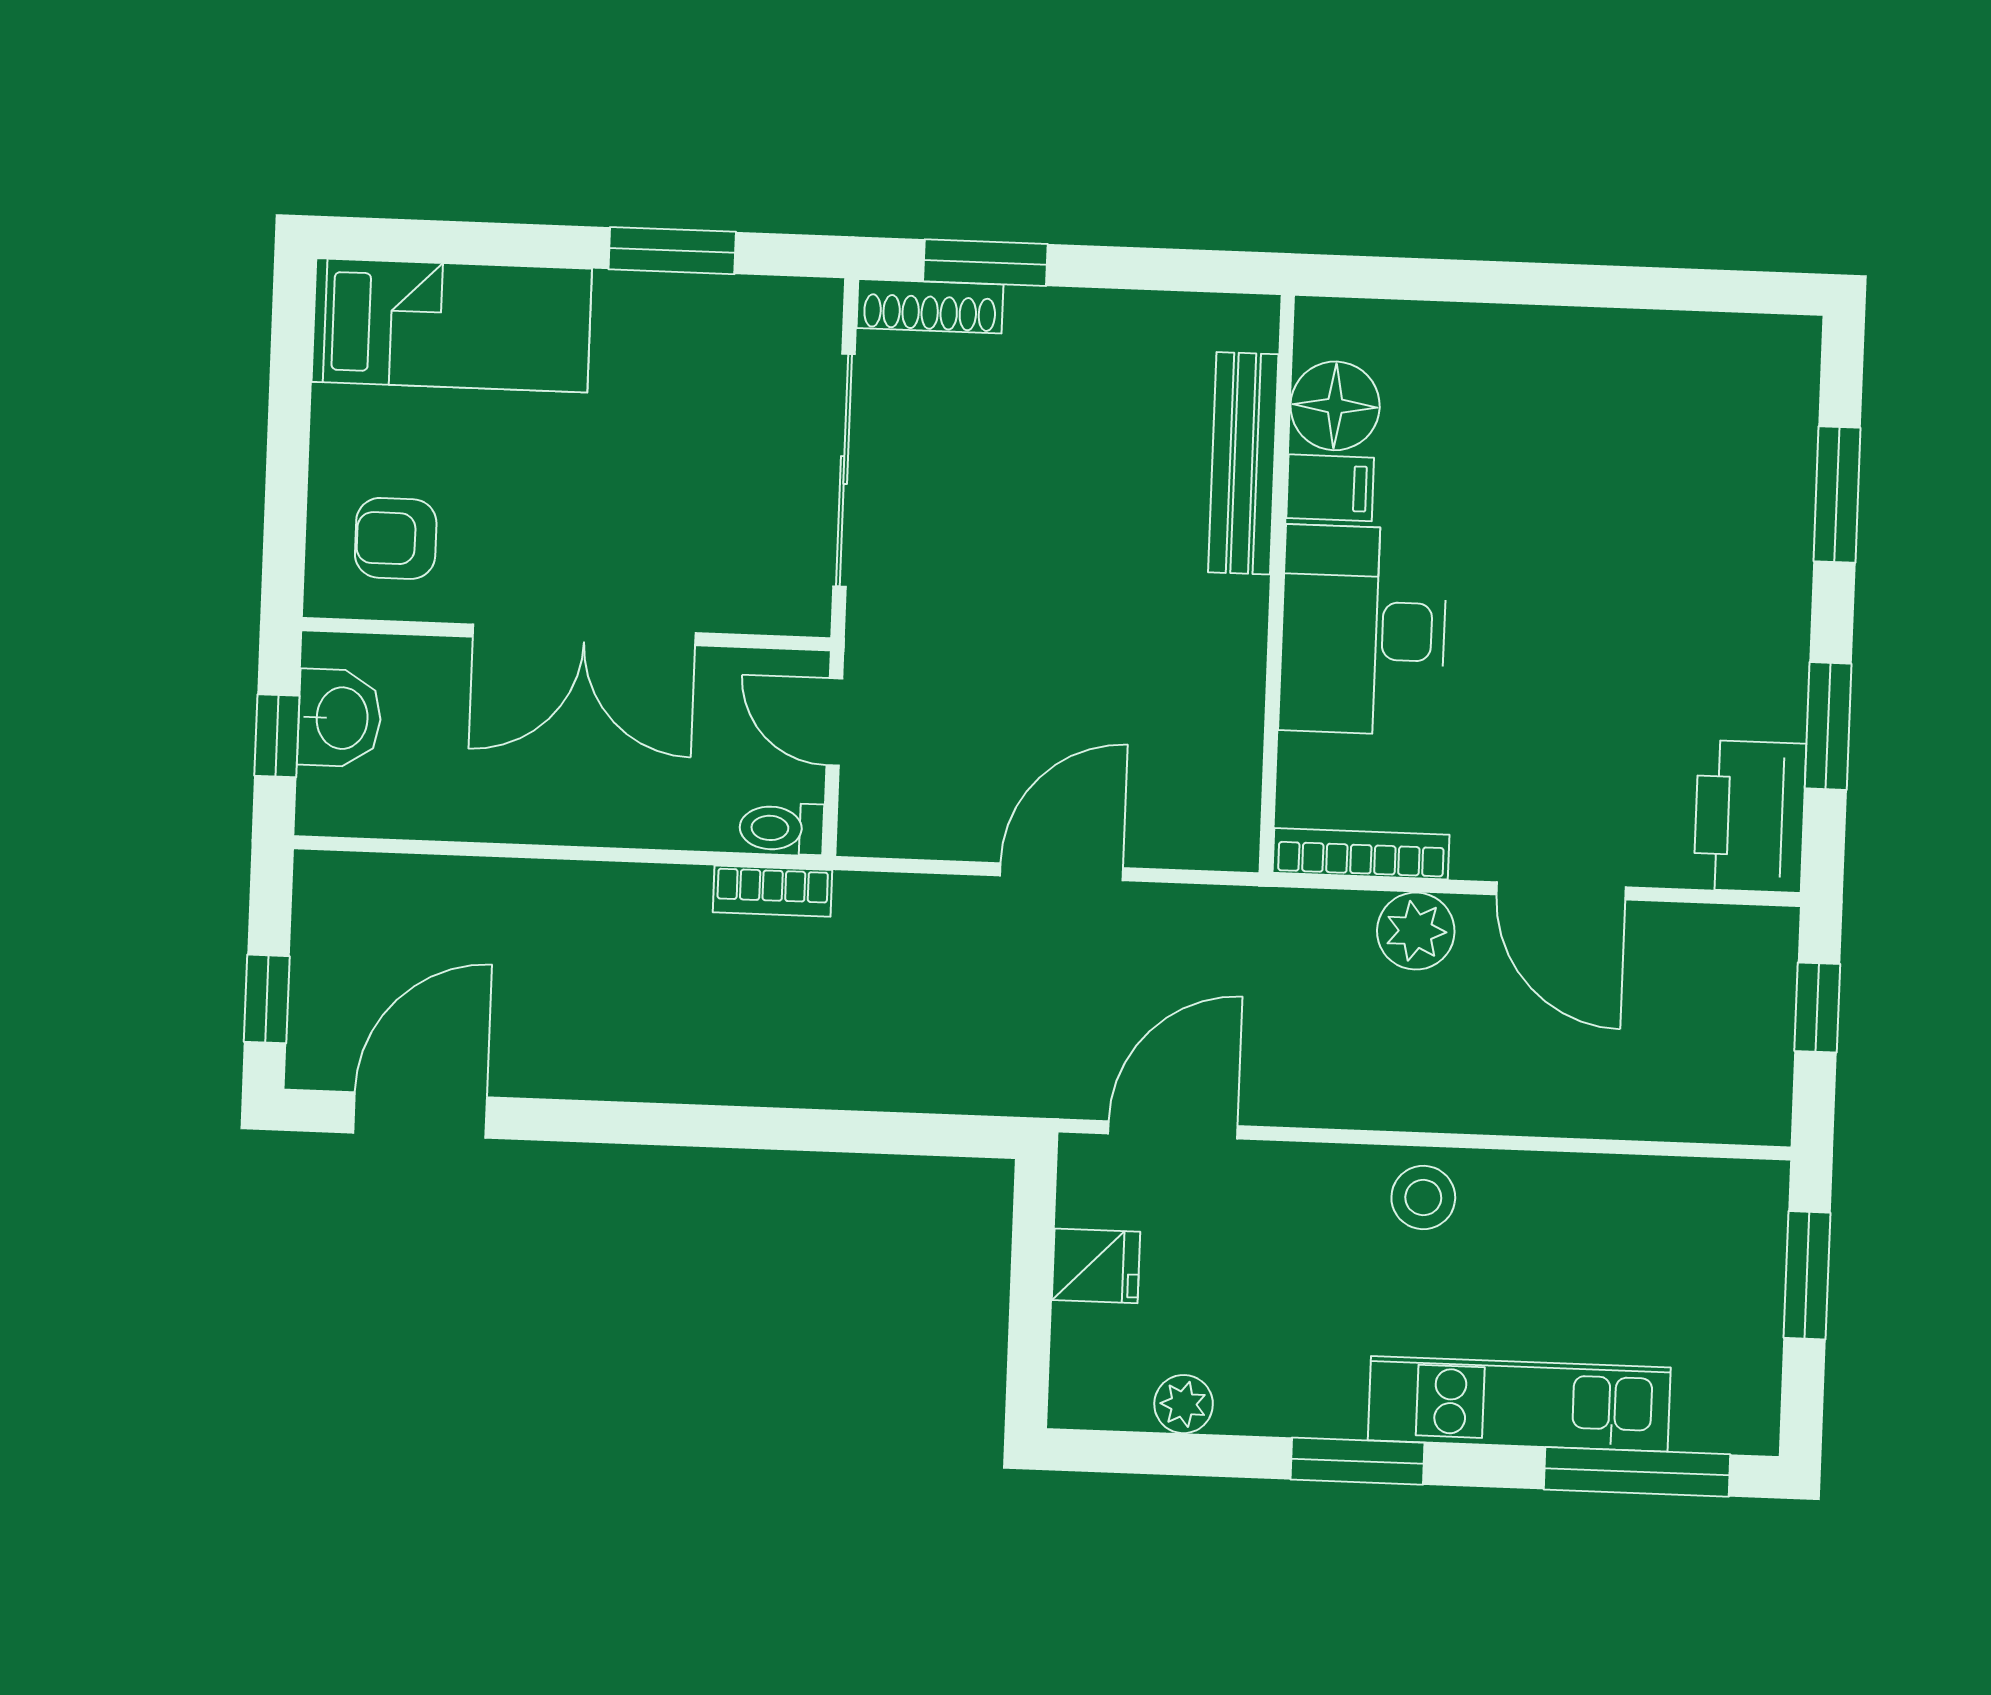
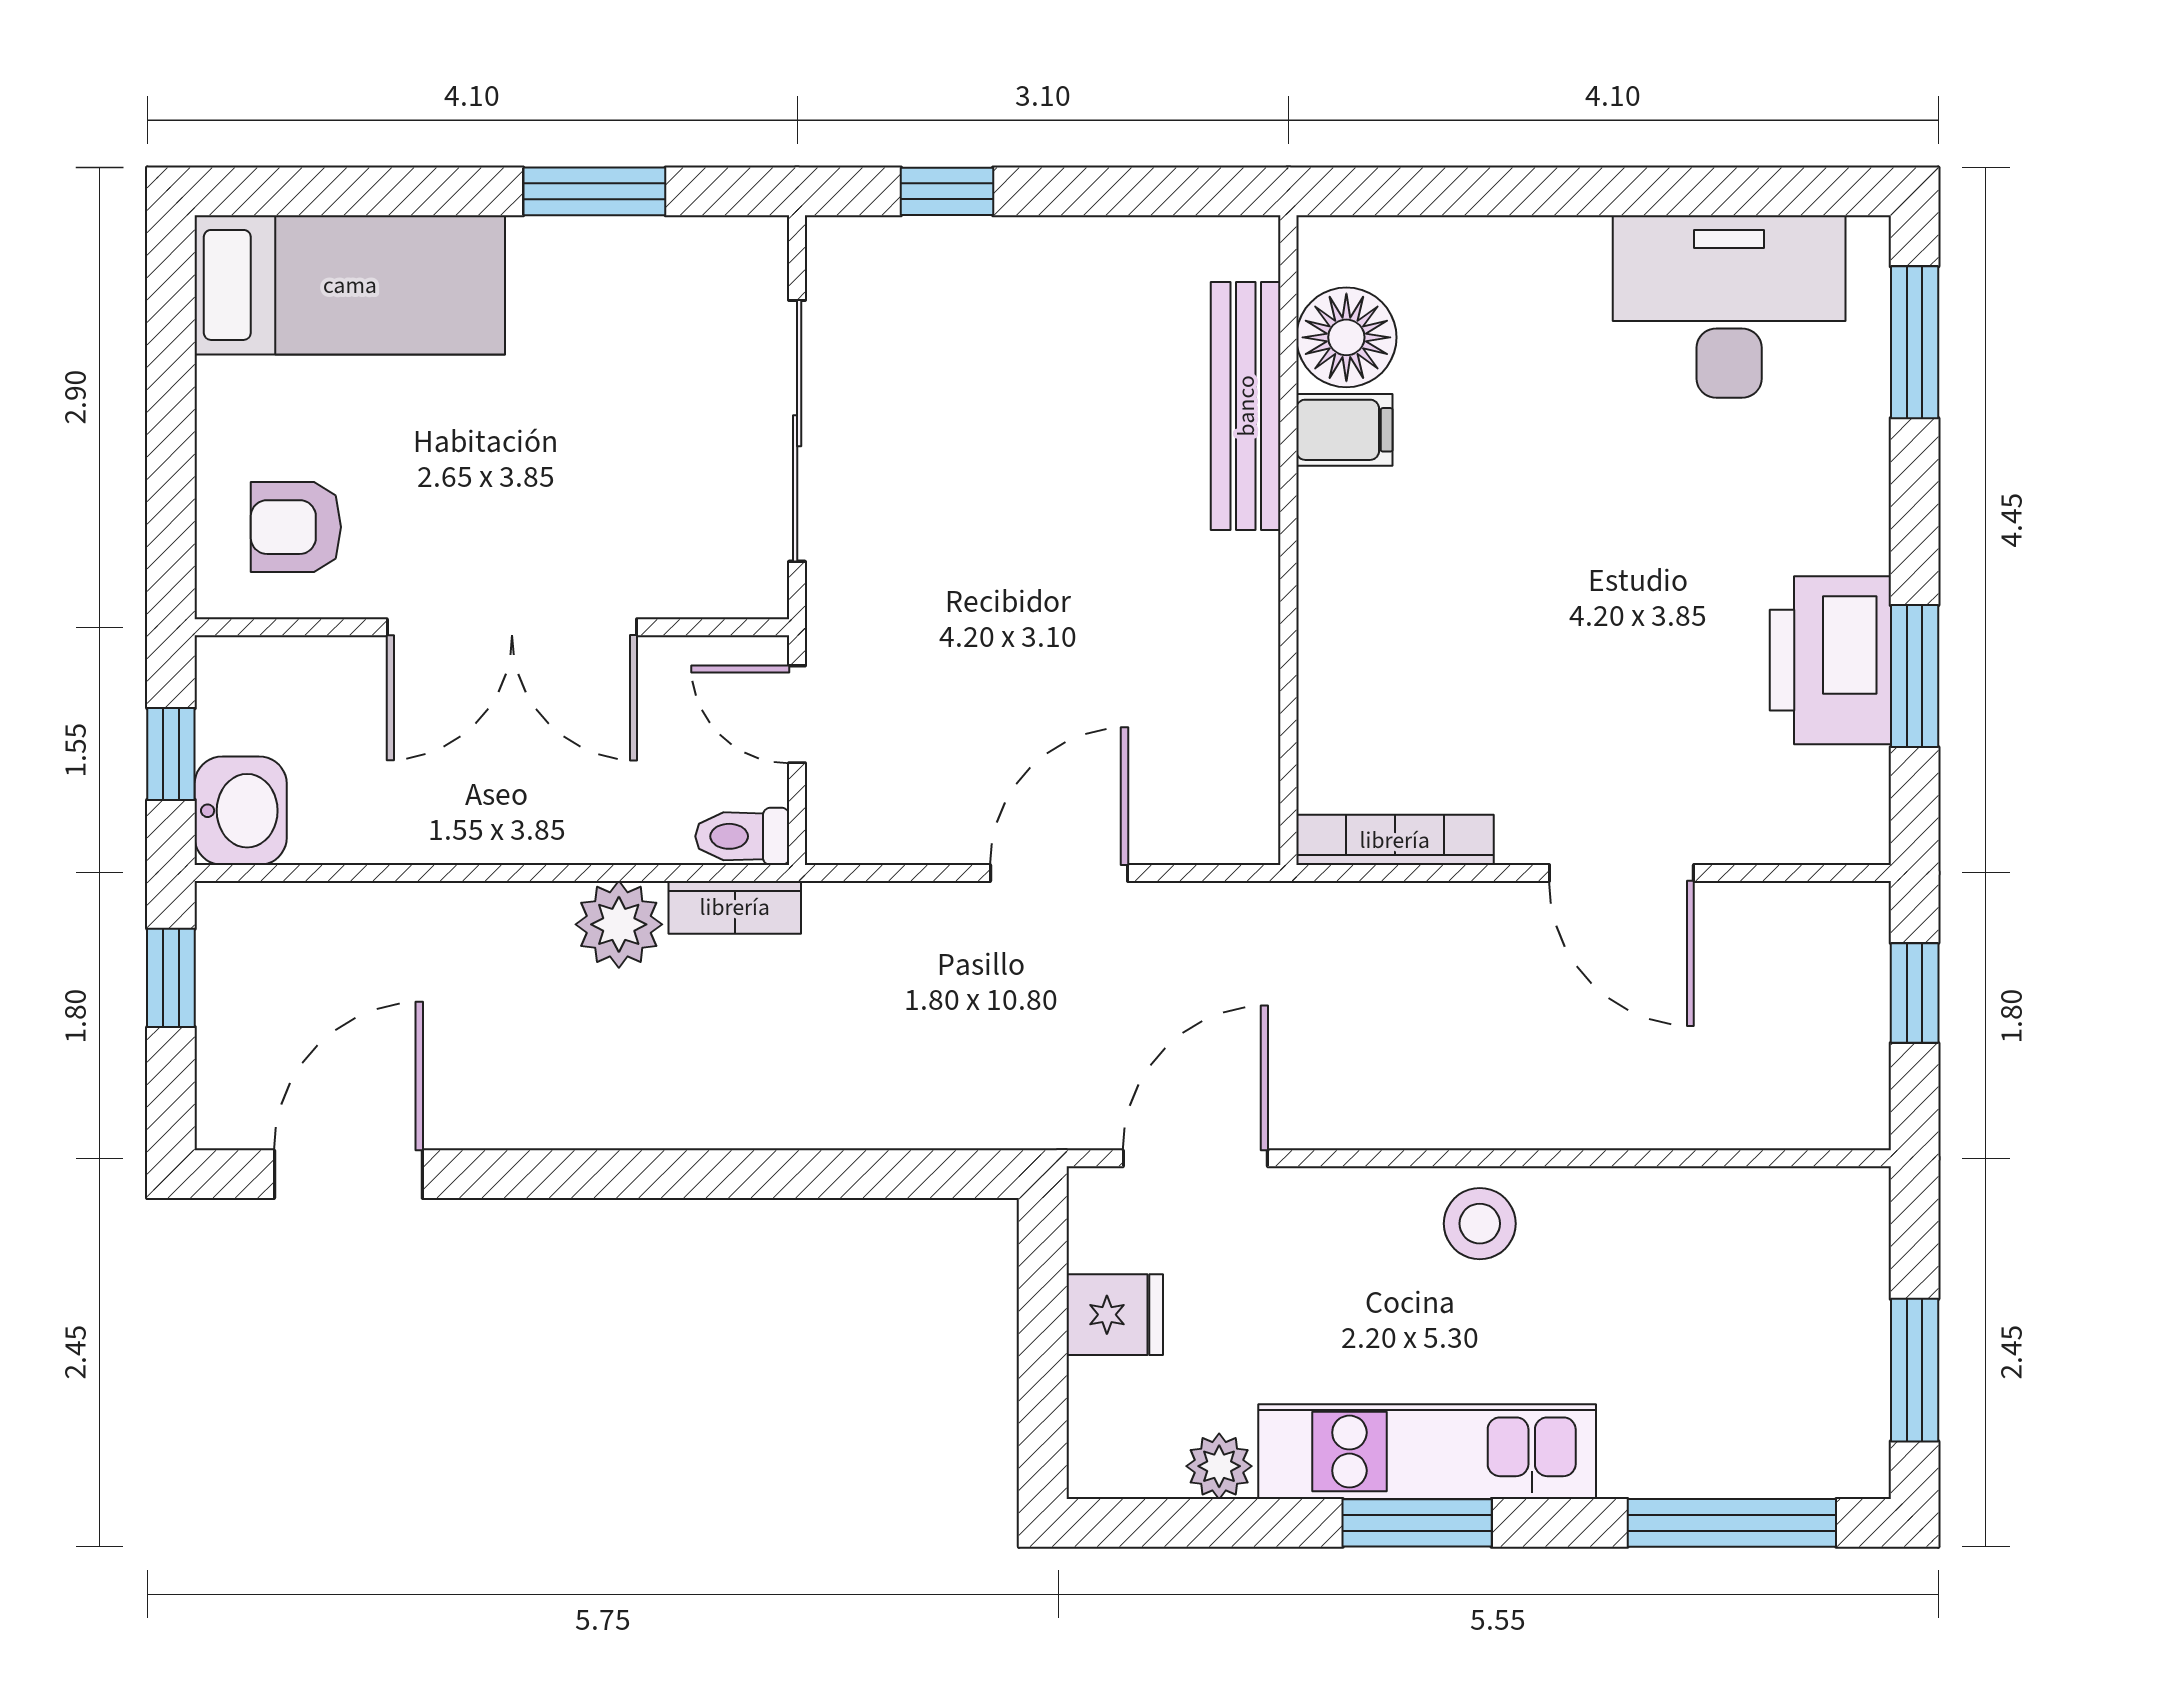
window: (985, 263) -> (947, 191), width x0.67
shoe rack: (930, 306) -> (887, 243), removed
window: (1837, 494) -> (1915, 342), moved
desk: (1363, 630) -> (1729, 306), moved, turned 90
washbasin: (340, 718) -> (241, 811), moved
printer: (1750, 816) -> (1830, 660), moved
plant: (1416, 931) -> (619, 924), moved
window: (267, 999) -> (171, 978), moved
window: (1807, 1275) -> (1915, 1370), moved
kitchen unit: (1519, 1404) -> (1427, 1452), moved

